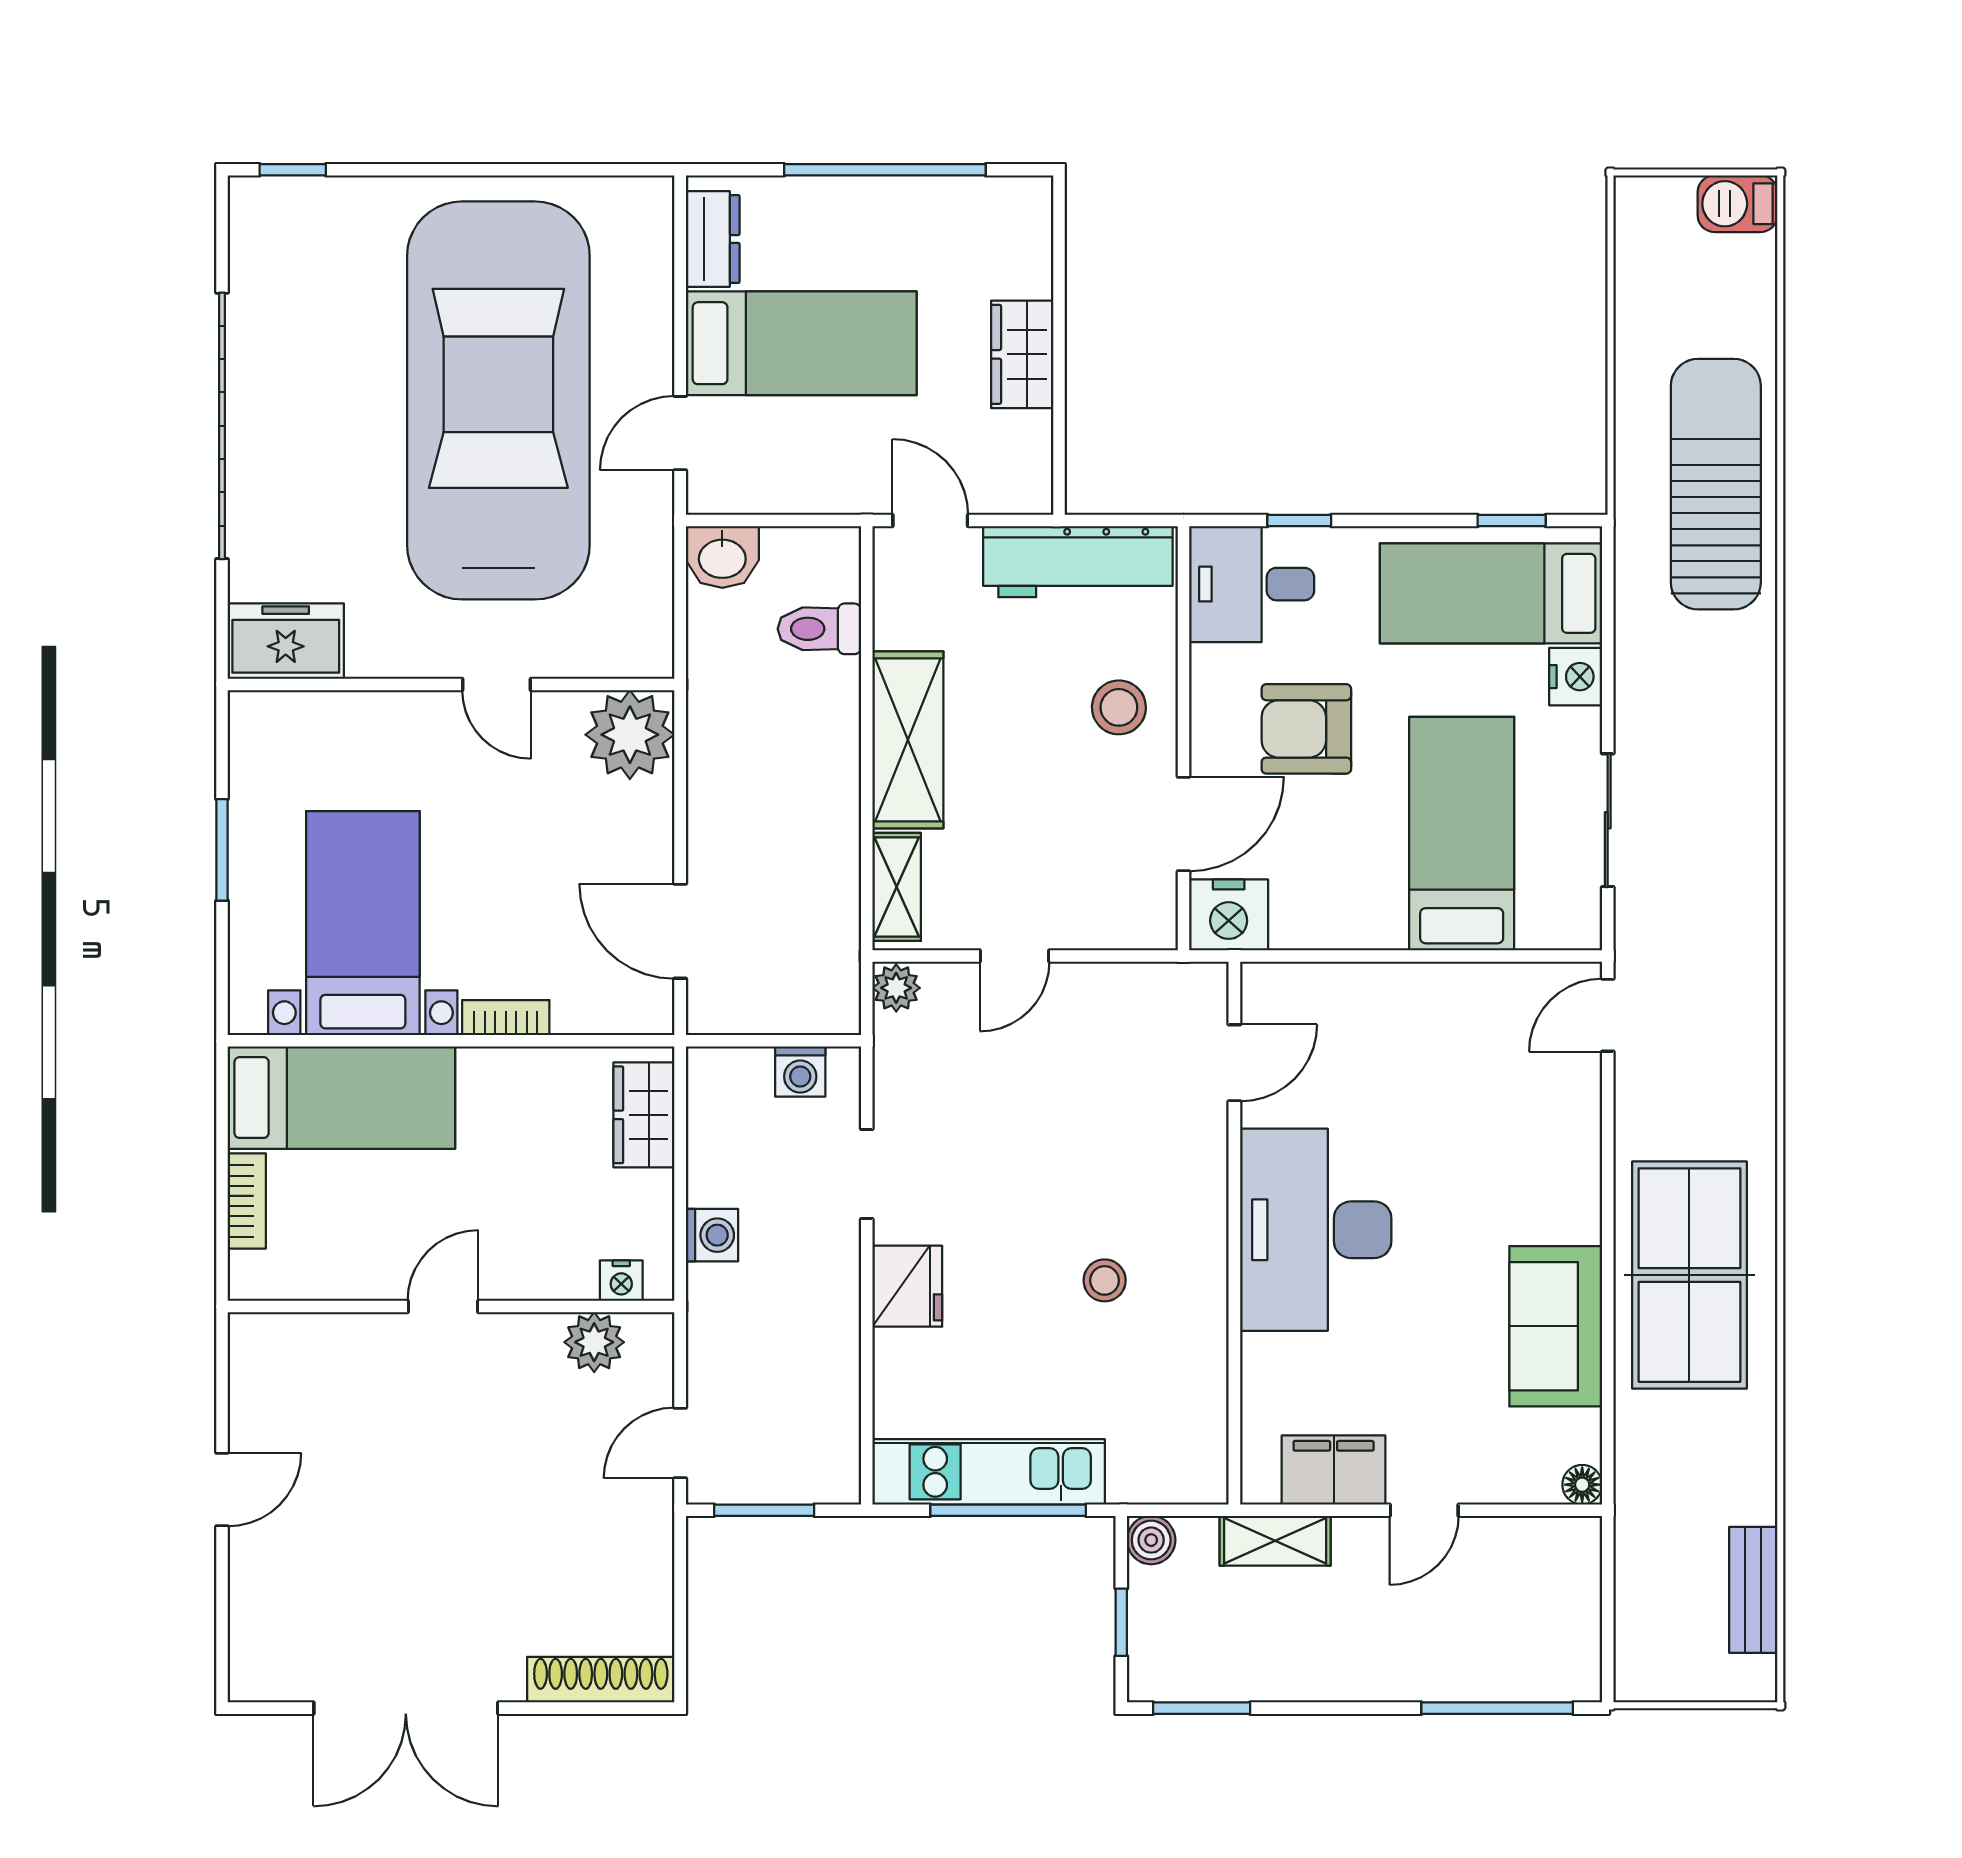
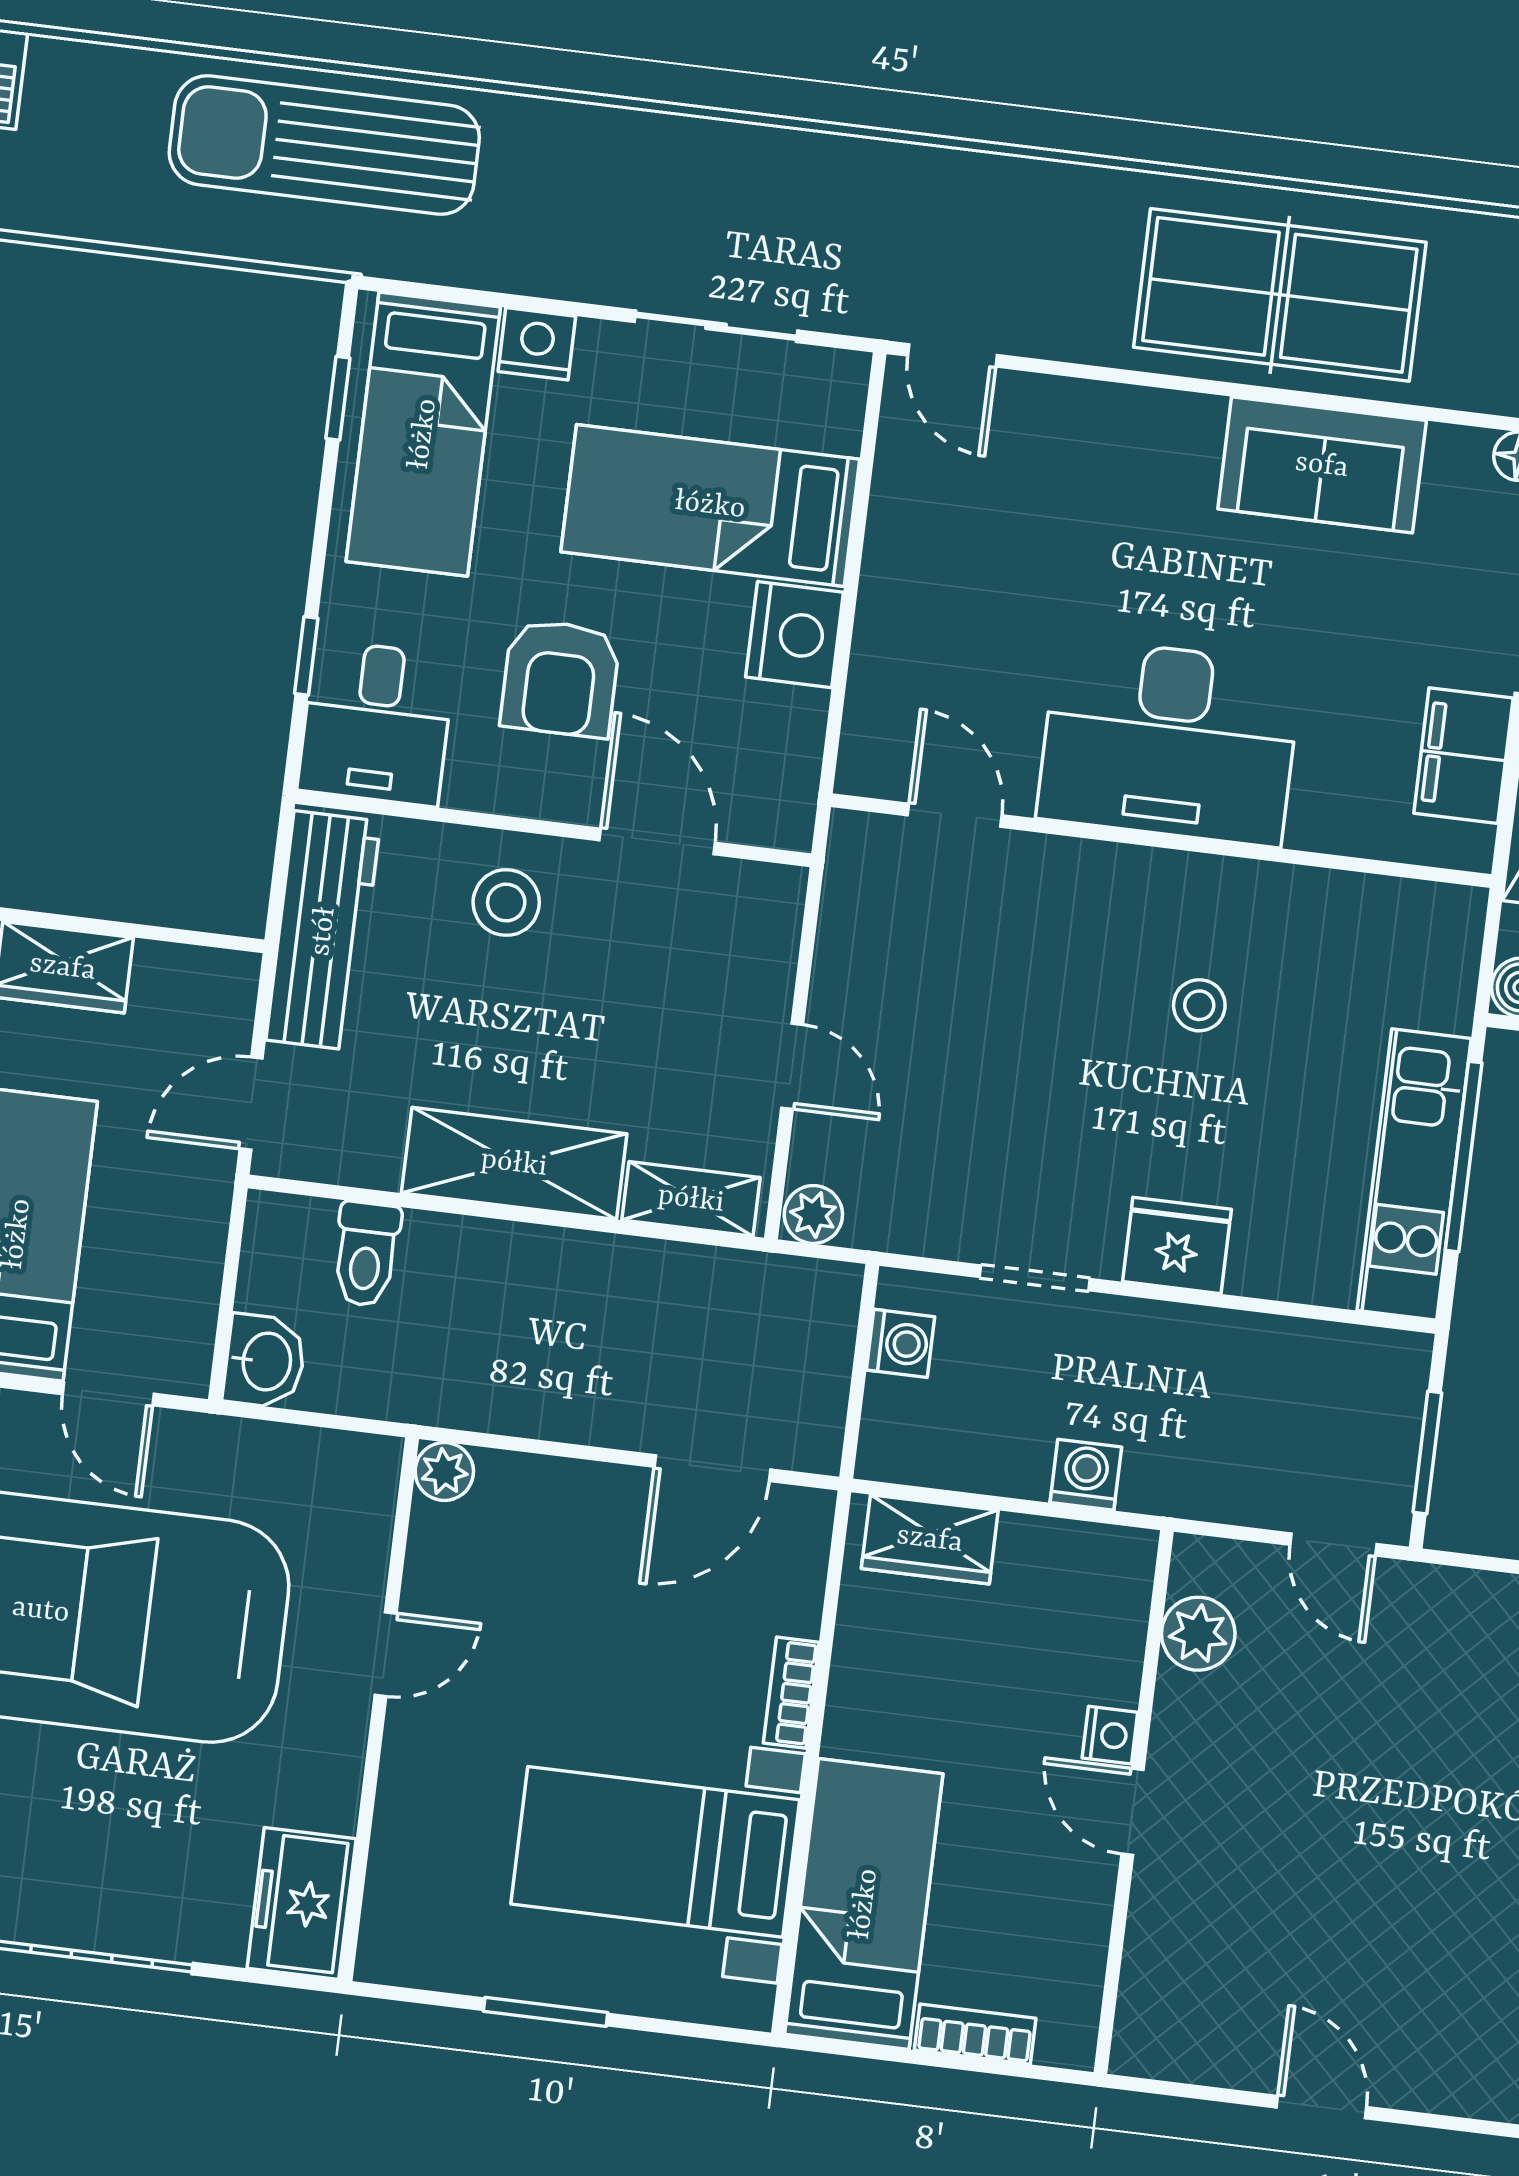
plant: (630, 735) -> (444, 1471), width x0.53, depth x0.53
nightstand: (1229, 915) -> (795, 635), moved
nightstand: (621, 1281) -> (1110, 1735), moved

